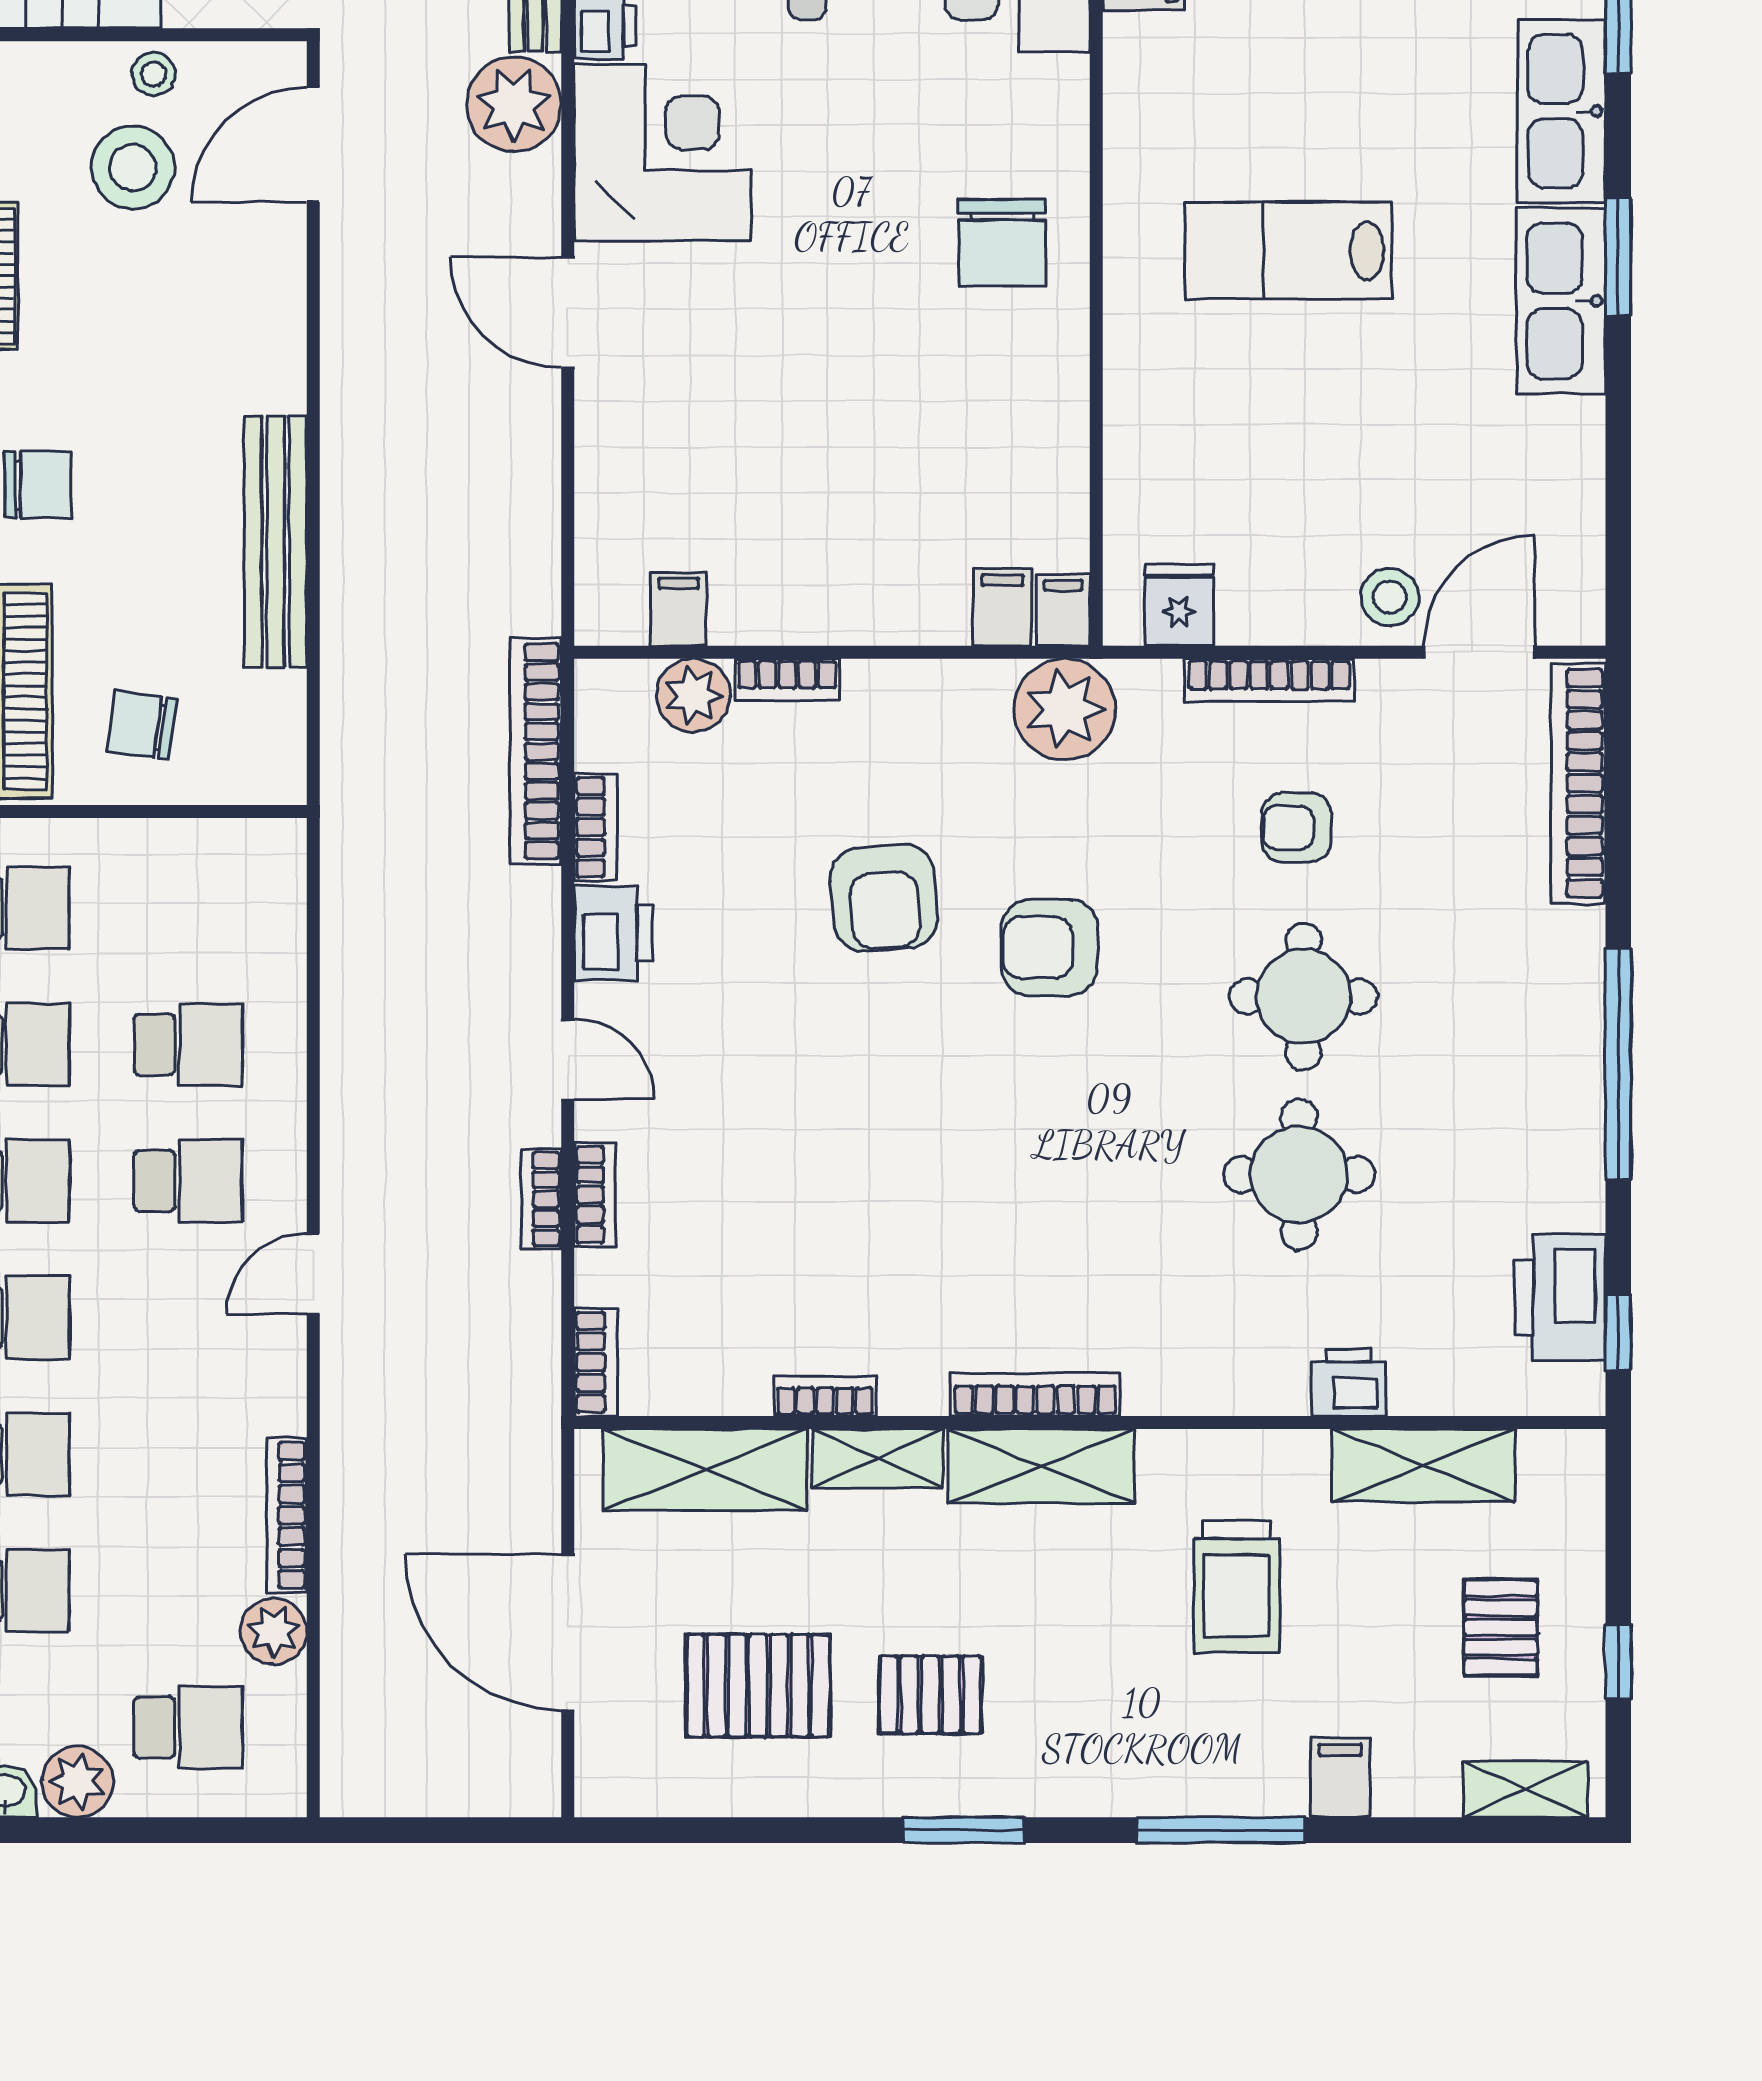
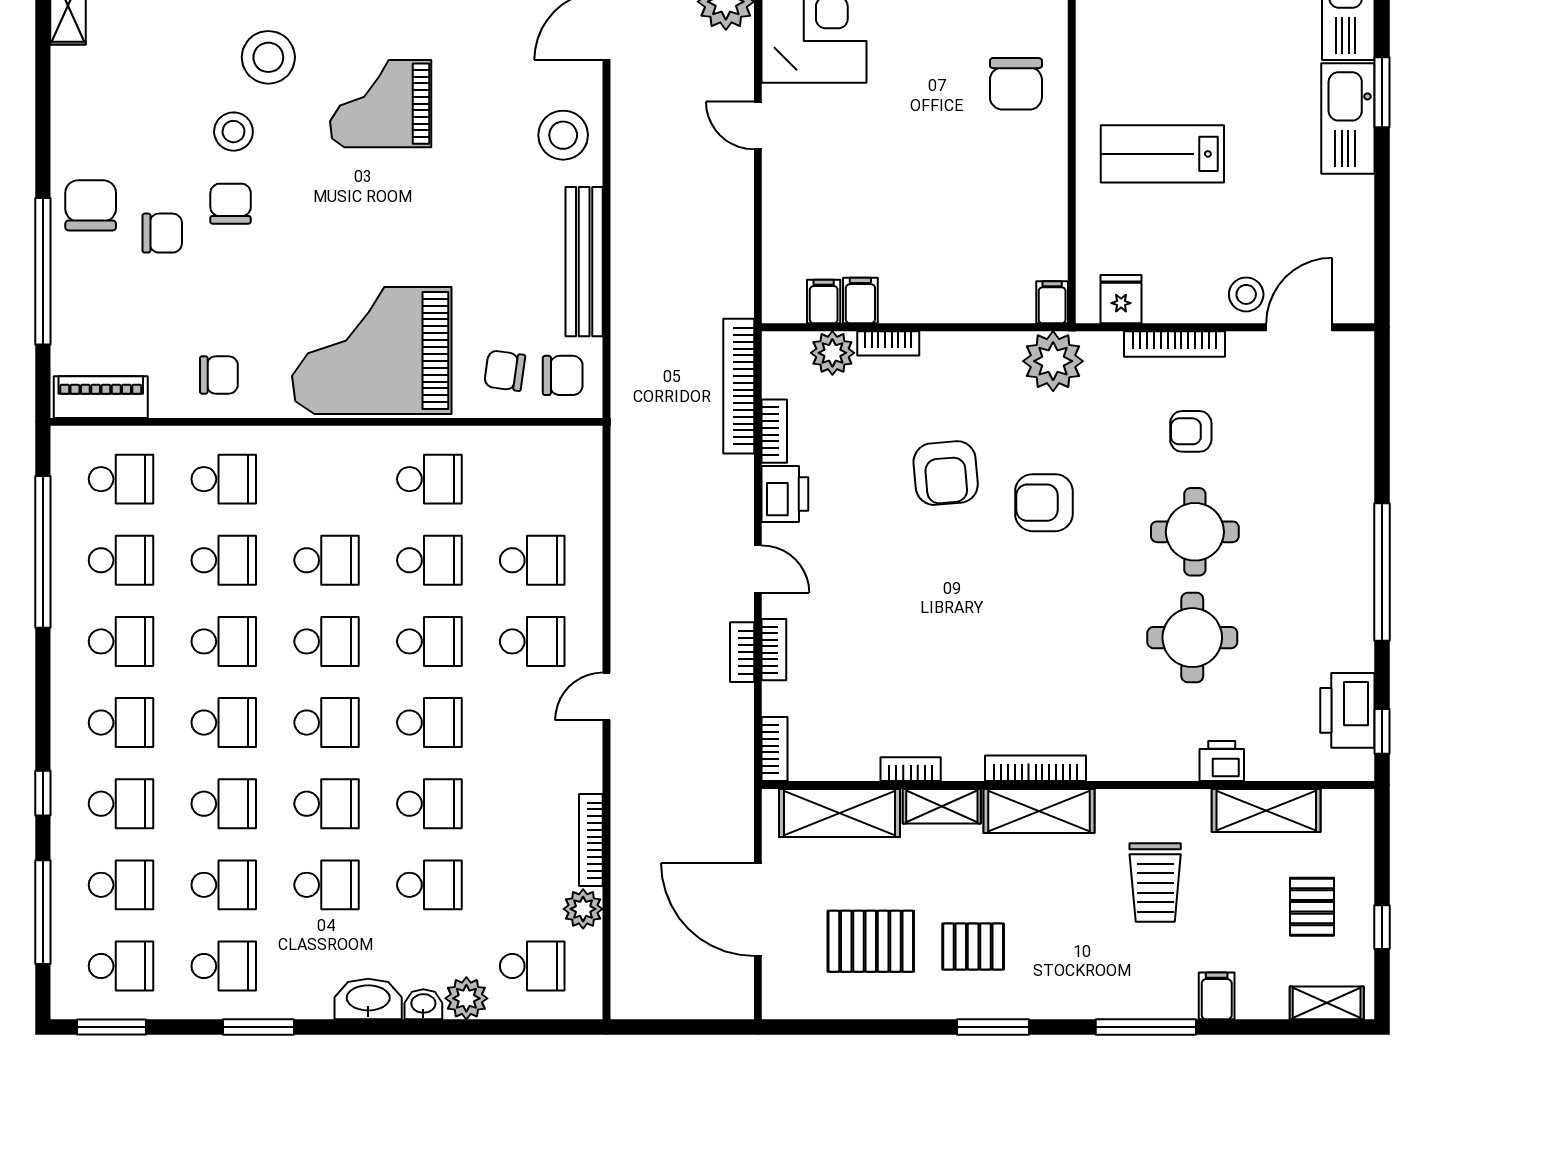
stool: (133, 167) -> (563, 135), moved
lab bench: (1288, 251) -> (1162, 154), moved
door: (568, 313) -> (758, 125), width x0.73
chair: (38, 485) -> (563, 375), moved
filing cabinet: (1002, 607) -> (860, 301), moved
bookcase: (1578, 783) -> (1358, 405), removed

